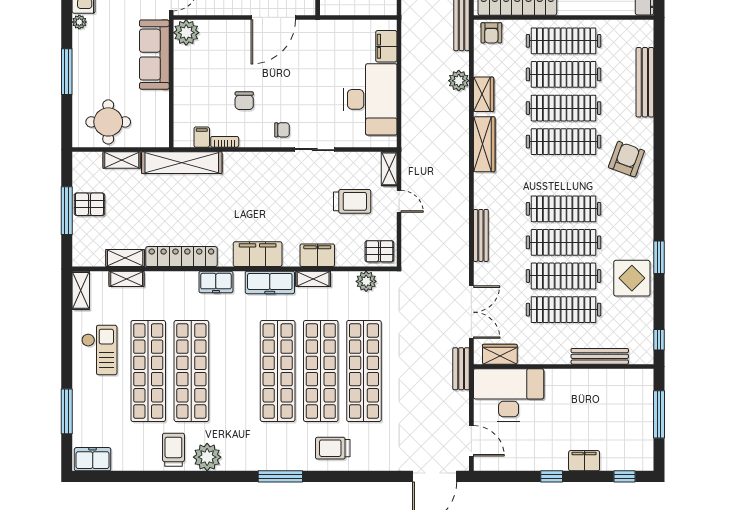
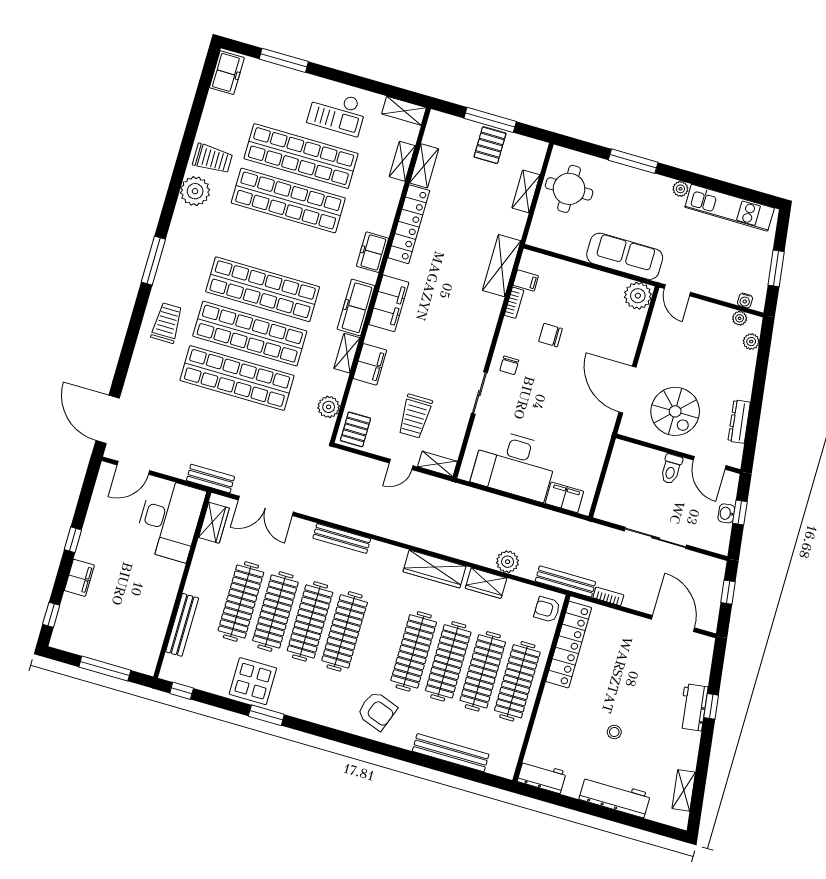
shelving: (182, 163) -> (502, 266), width x0.68

